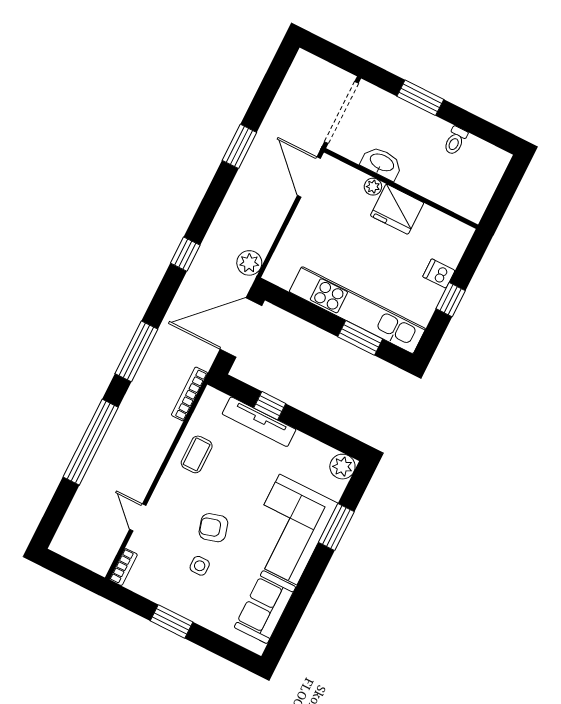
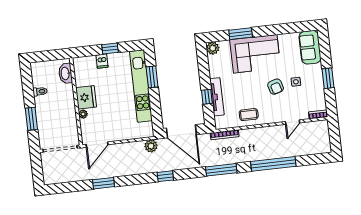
washbasin: (382, 163) -> (65, 73), moved
sofa: (265, 607) -> (310, 47), moved, turned 90

